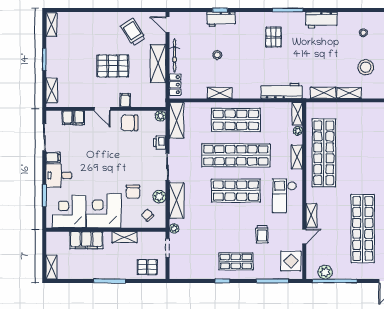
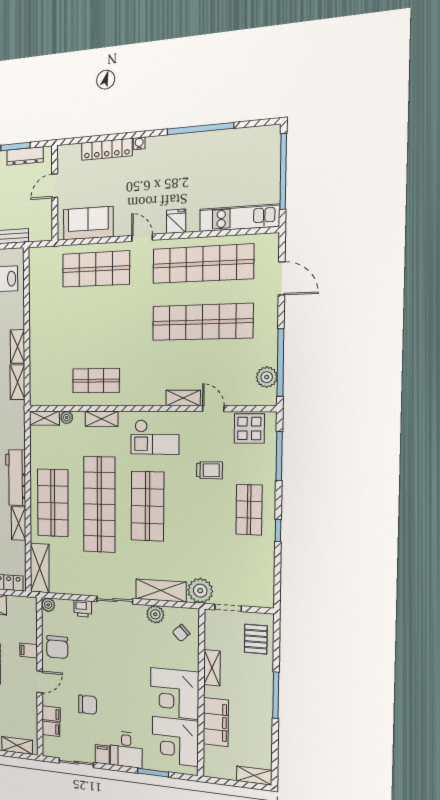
workbench: (281, 91) -> (16, 478), moved
shelving: (177, 120) -> (40, 568), moved, turned 90
shop shelf: (324, 153) -> (96, 381), width x0.50, depth x0.74
chair: (133, 192) -> (88, 705), moved
plant: (174, 228) -> (200, 591), width x1.87, depth x1.87

